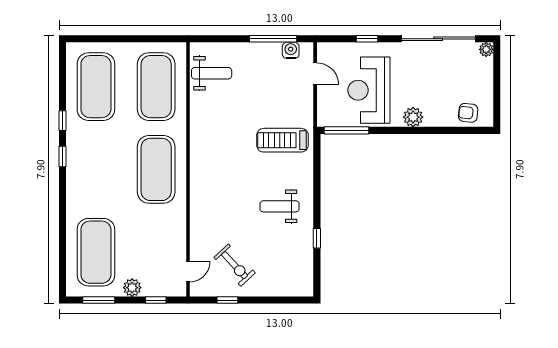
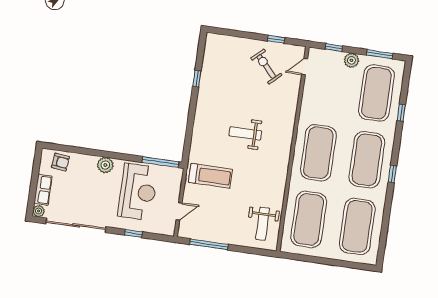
water cooler: (291, 50) -> (196, 233), removed
weight bench: (212, 73) -> (263, 224), turned -90
door: (315, 74) -> (179, 211), swing flipped
row of seats: (485, 76) -> (43, 190), added
window: (62, 121) -> (401, 113), moved
treadmill: (282, 140) -> (210, 176), moved
exercise mat: (96, 169) -> (367, 160), added
weight bench: (279, 206) -> (245, 133), moved, turned 180

